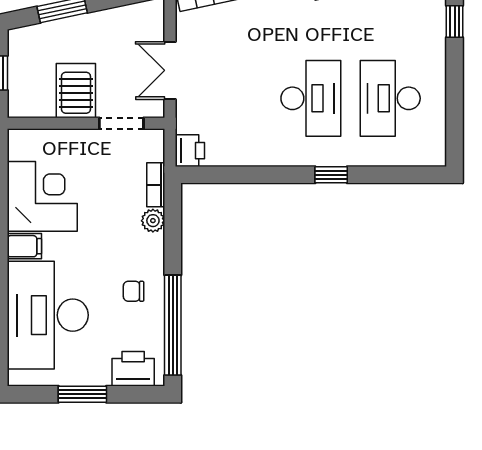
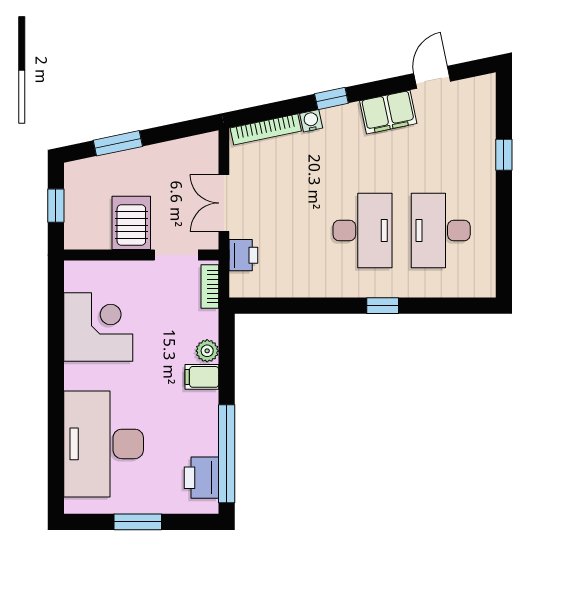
printer: (190, 151) -> (243, 255), moved
bookcase: (156, 185) -> (210, 287), moved
filing cabinet: (24, 246) -> (202, 377), moved, turned 180
chair: (134, 291) -> (188, 420), removed
printer: (133, 369) -> (201, 478), moved, turned -90

